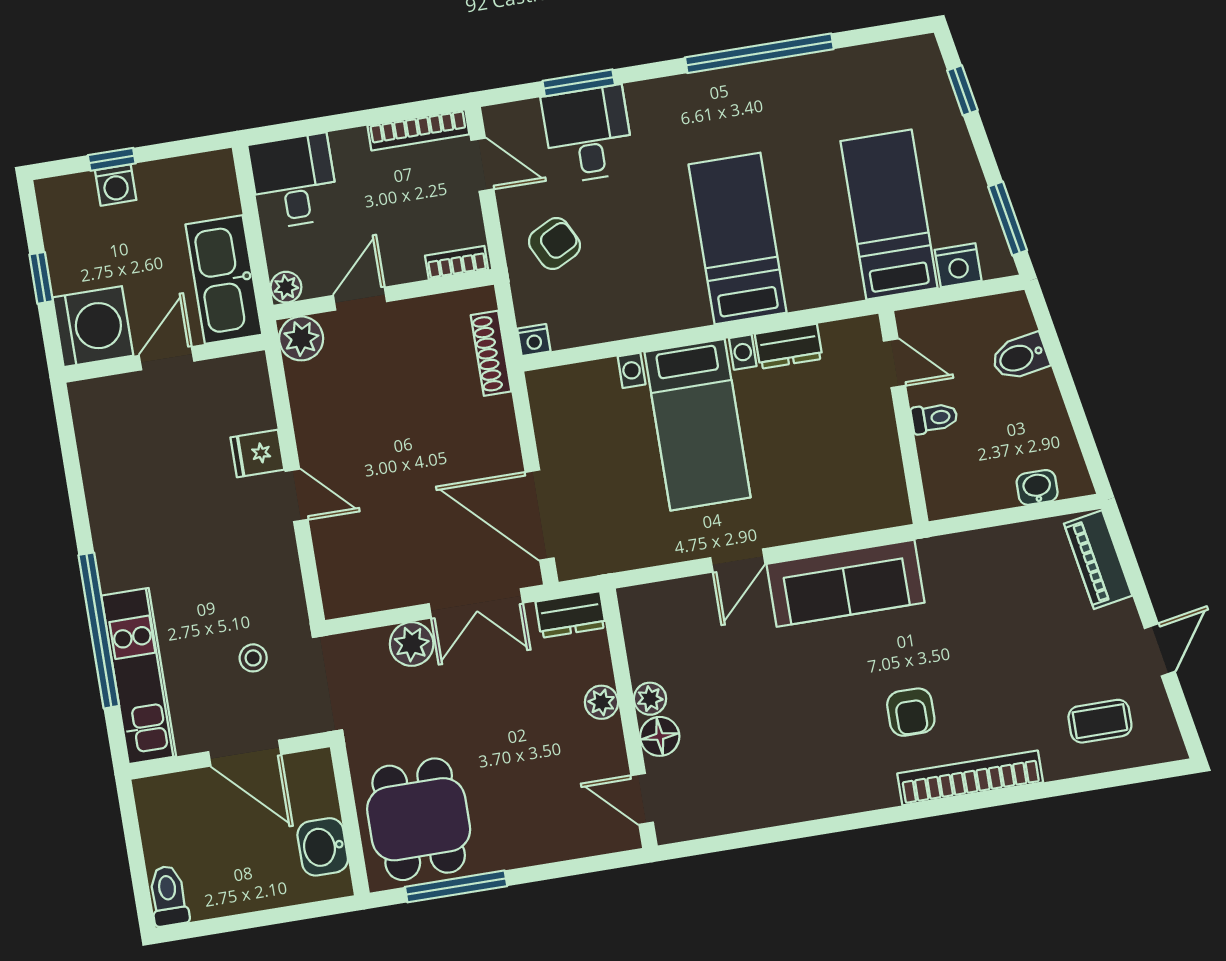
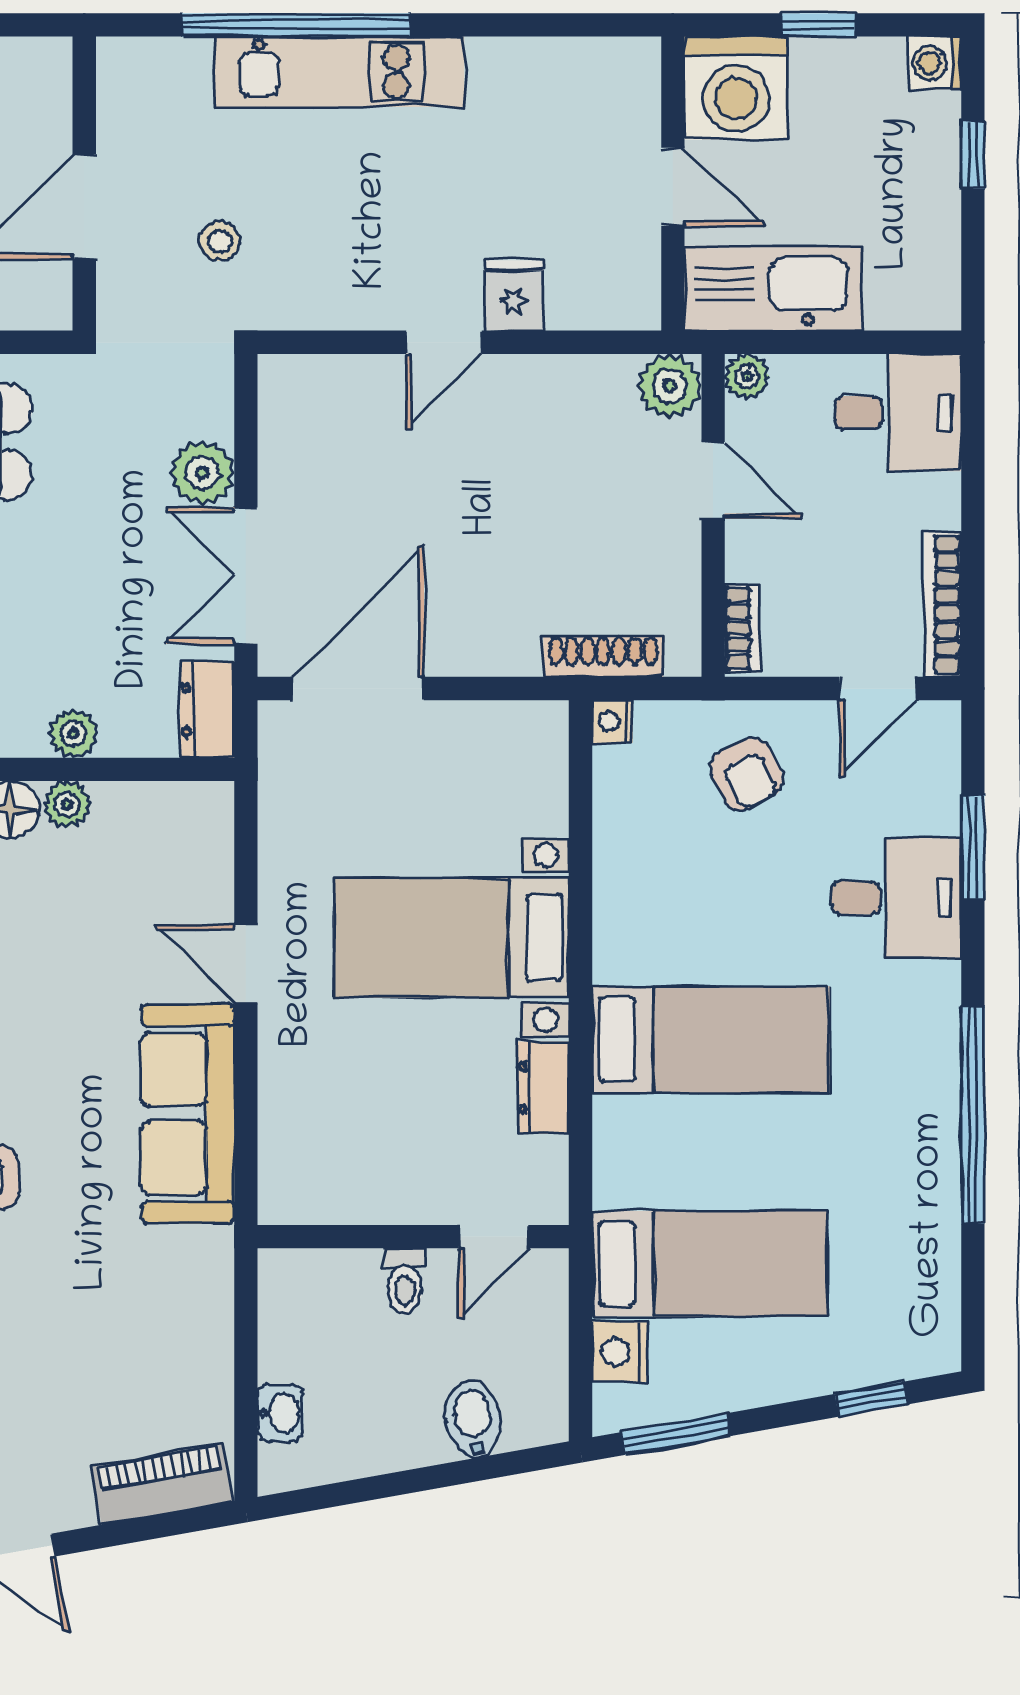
desk: (588, 134) -> (896, 898), moved
washing machine: (116, 185) -> (935, 63), moved
kitchen unit: (139, 676) -> (339, 72), moved

